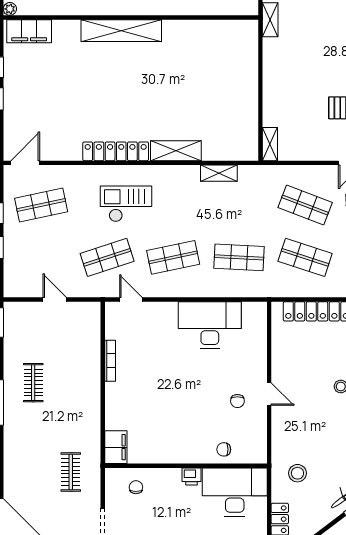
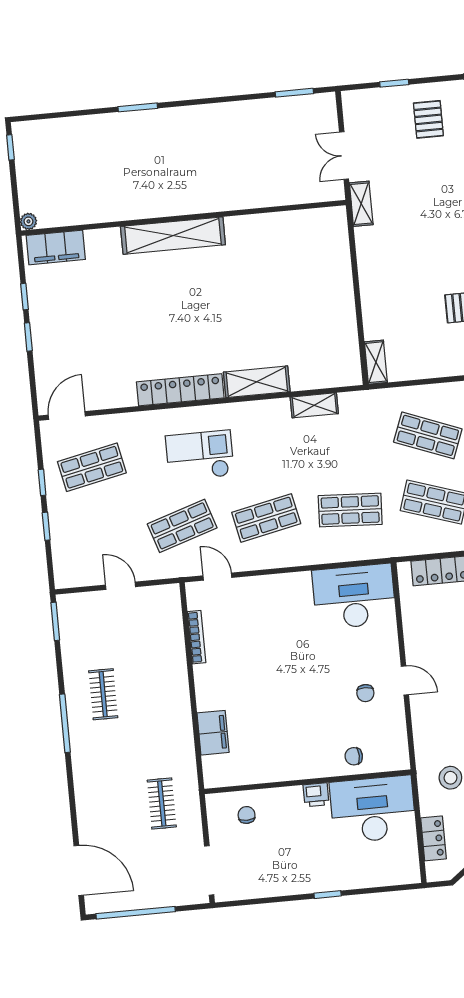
desk: (210, 325) -> (354, 597), moved
bookcase: (110, 361) -> (197, 637), moved
filing cabinet: (116, 447) -> (213, 733), moved

